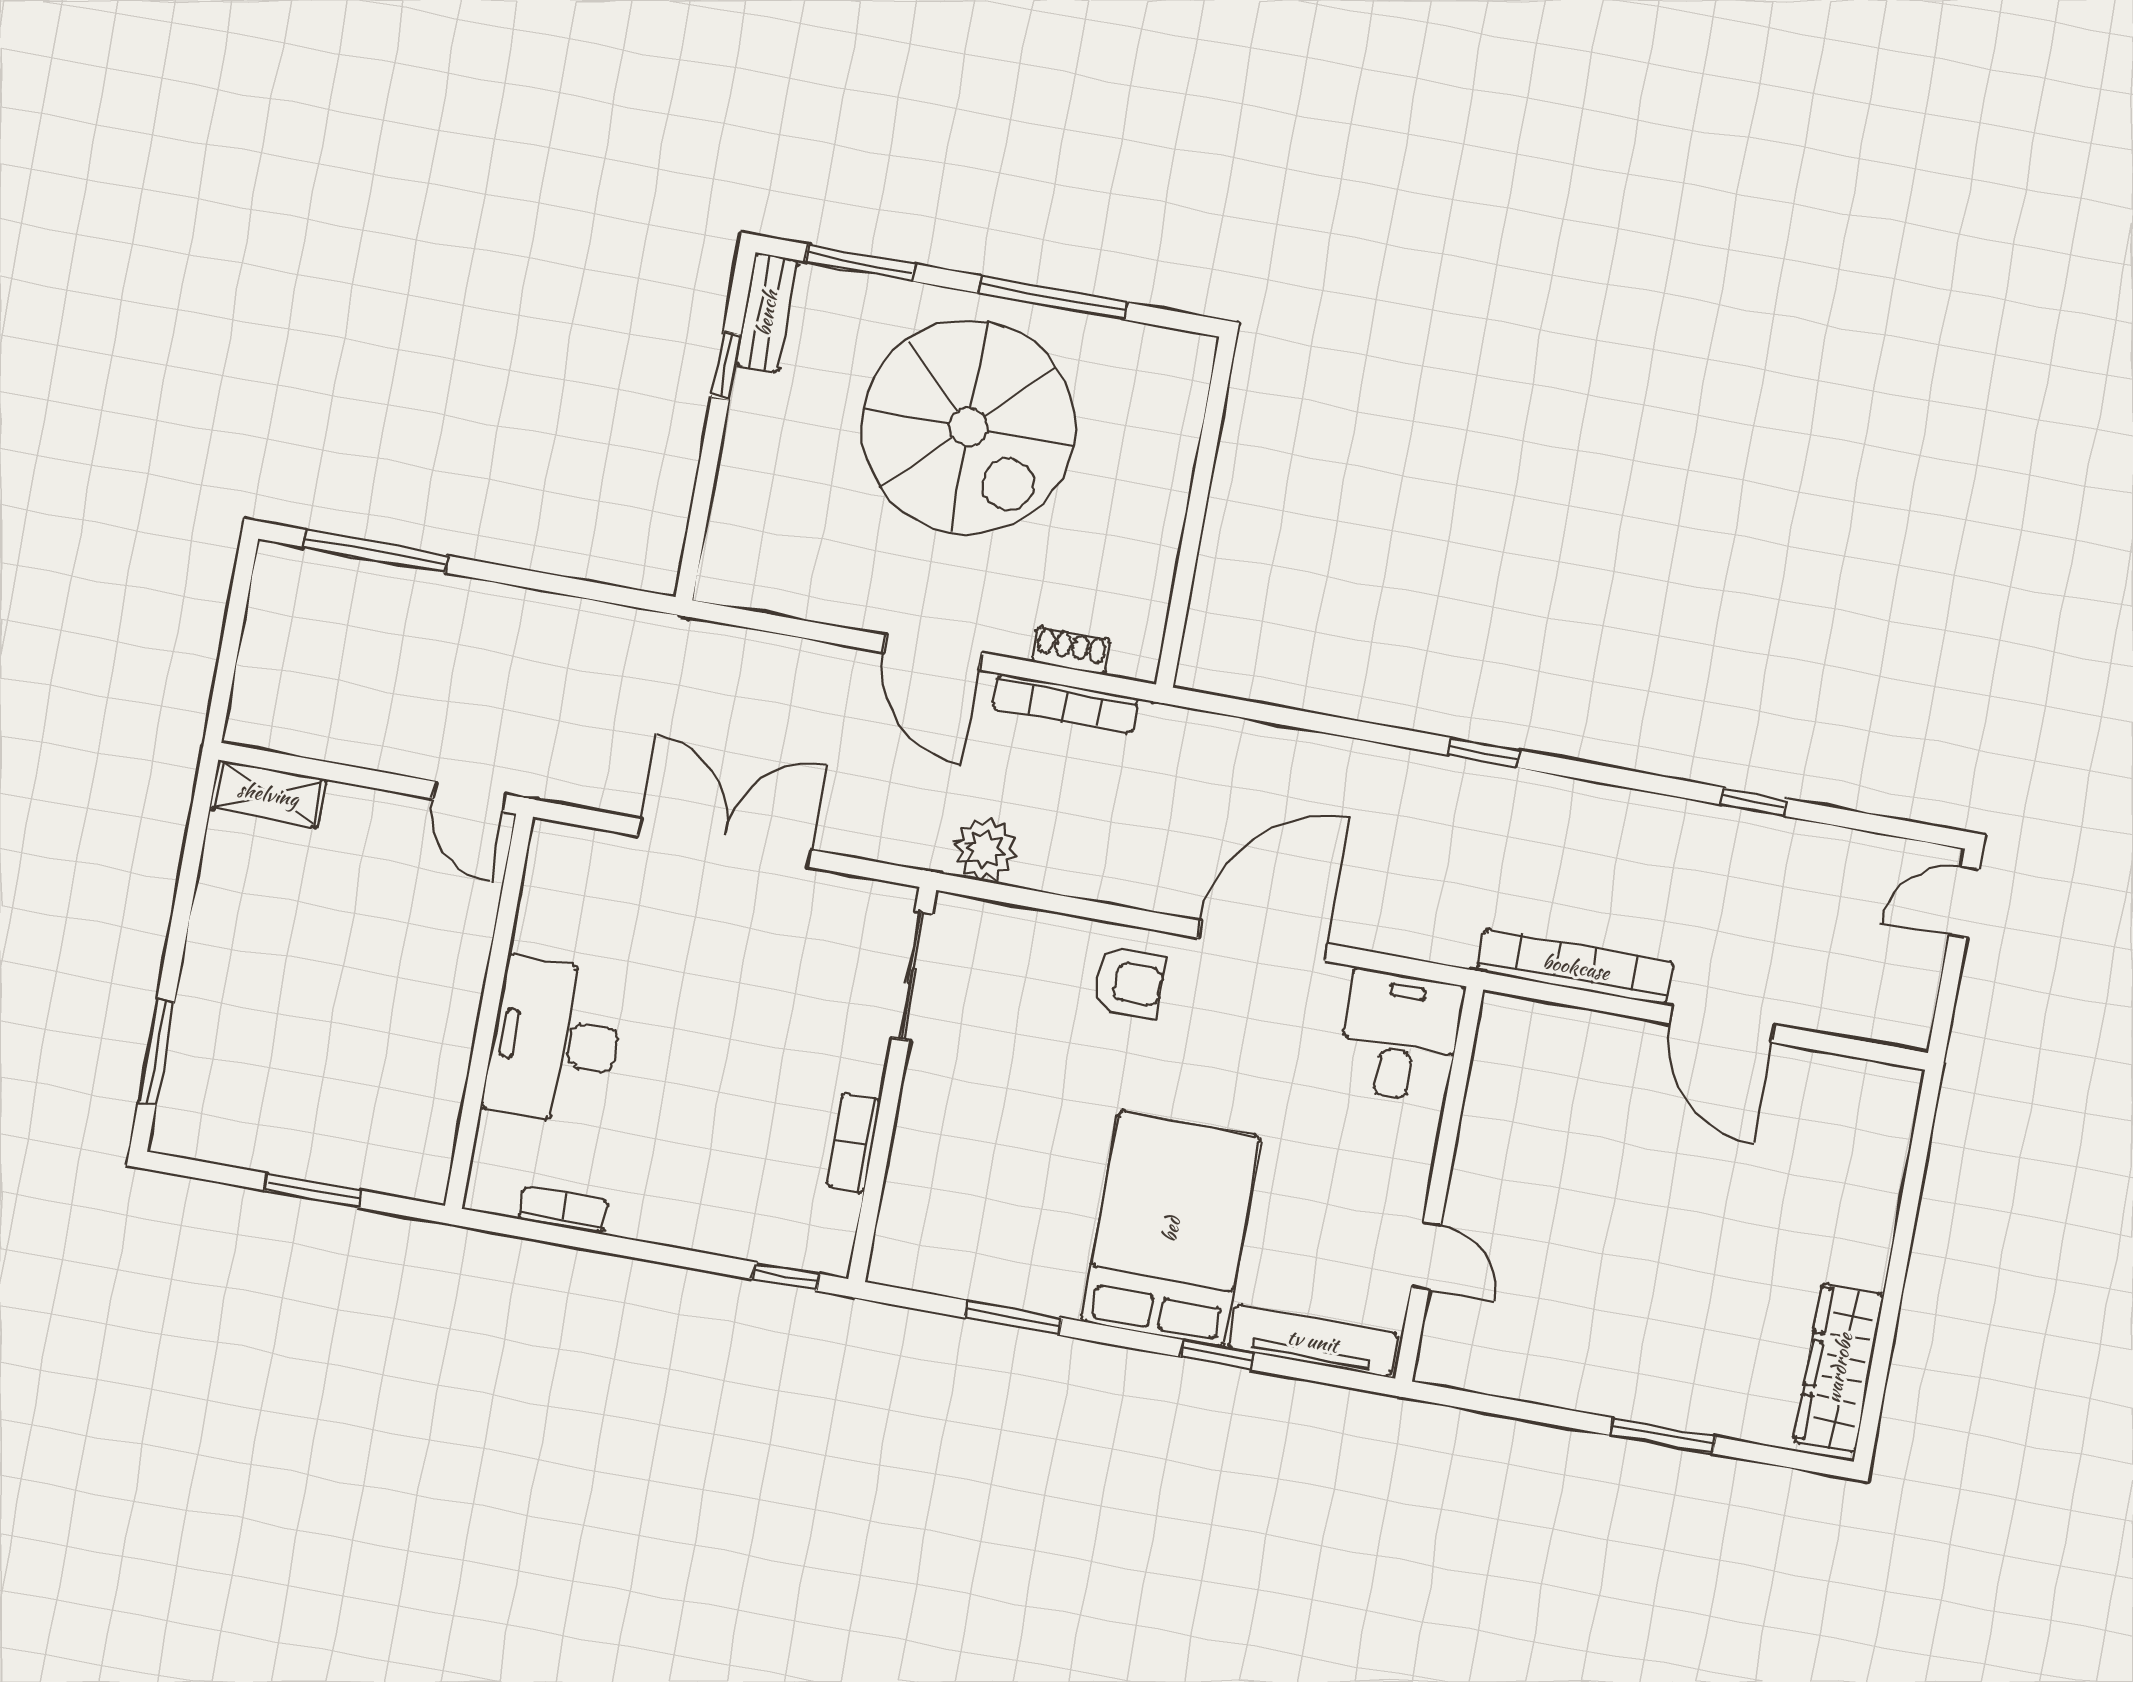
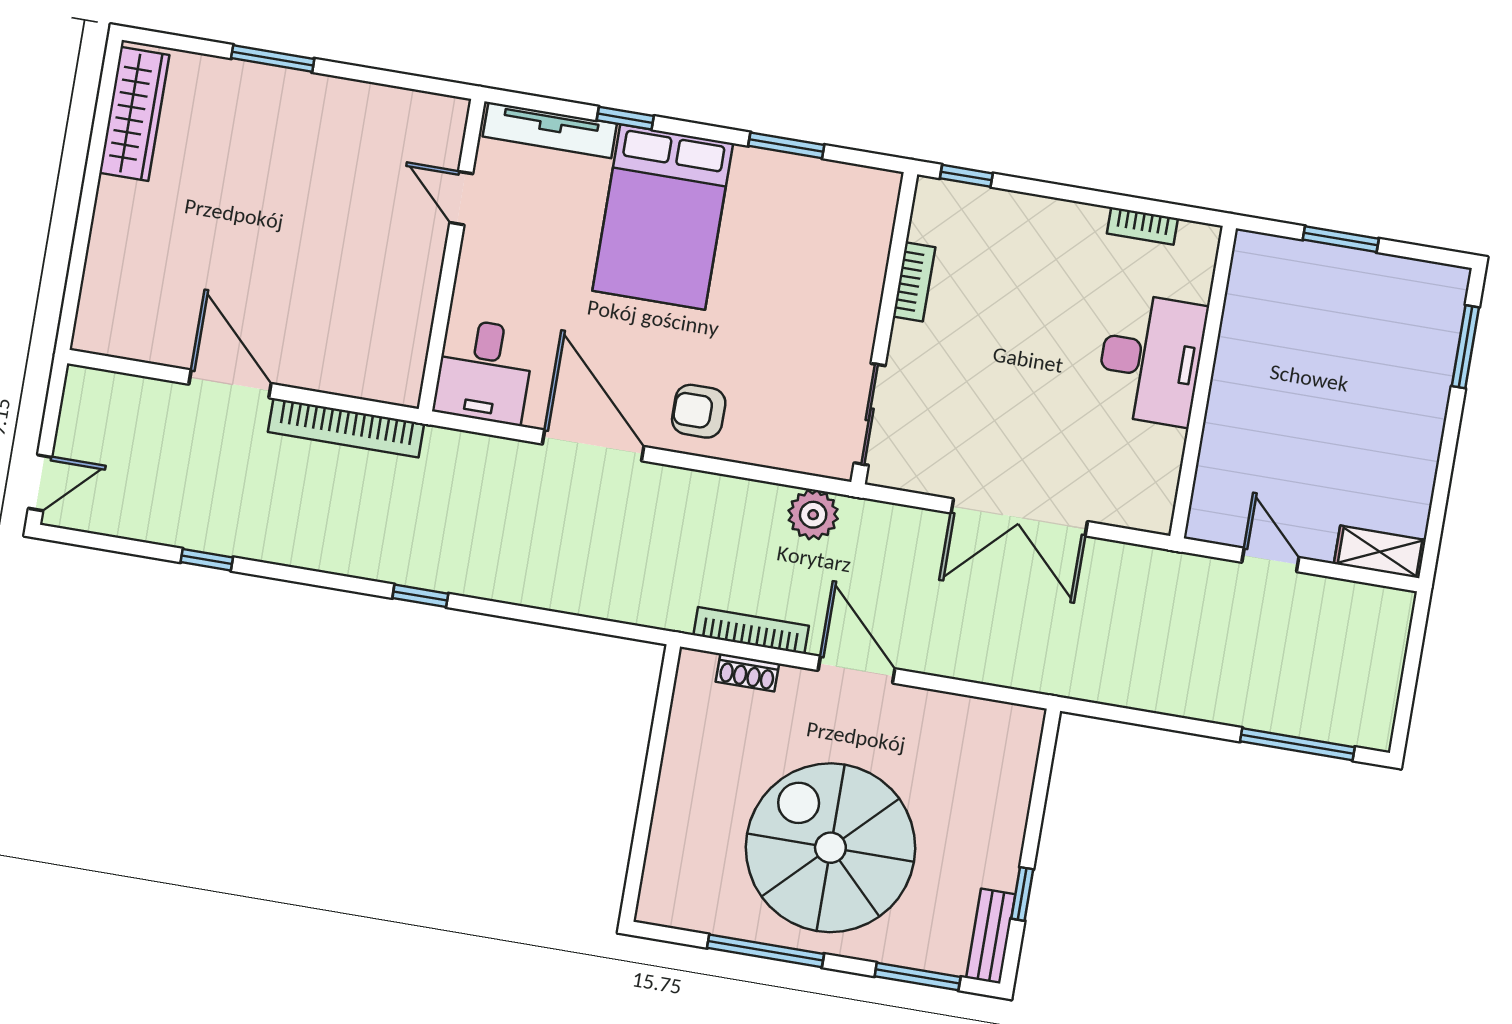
door: (469, 797) -> (1270, 560), moved
door: (1263, 941) -> (593, 445), swing flipped

